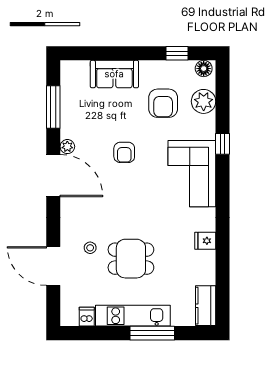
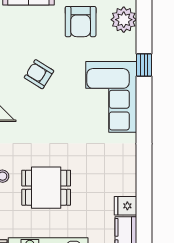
armchair: (124, 152) -> (39, 74), turned 122
fridge: (205, 241) -> (126, 206), moved

